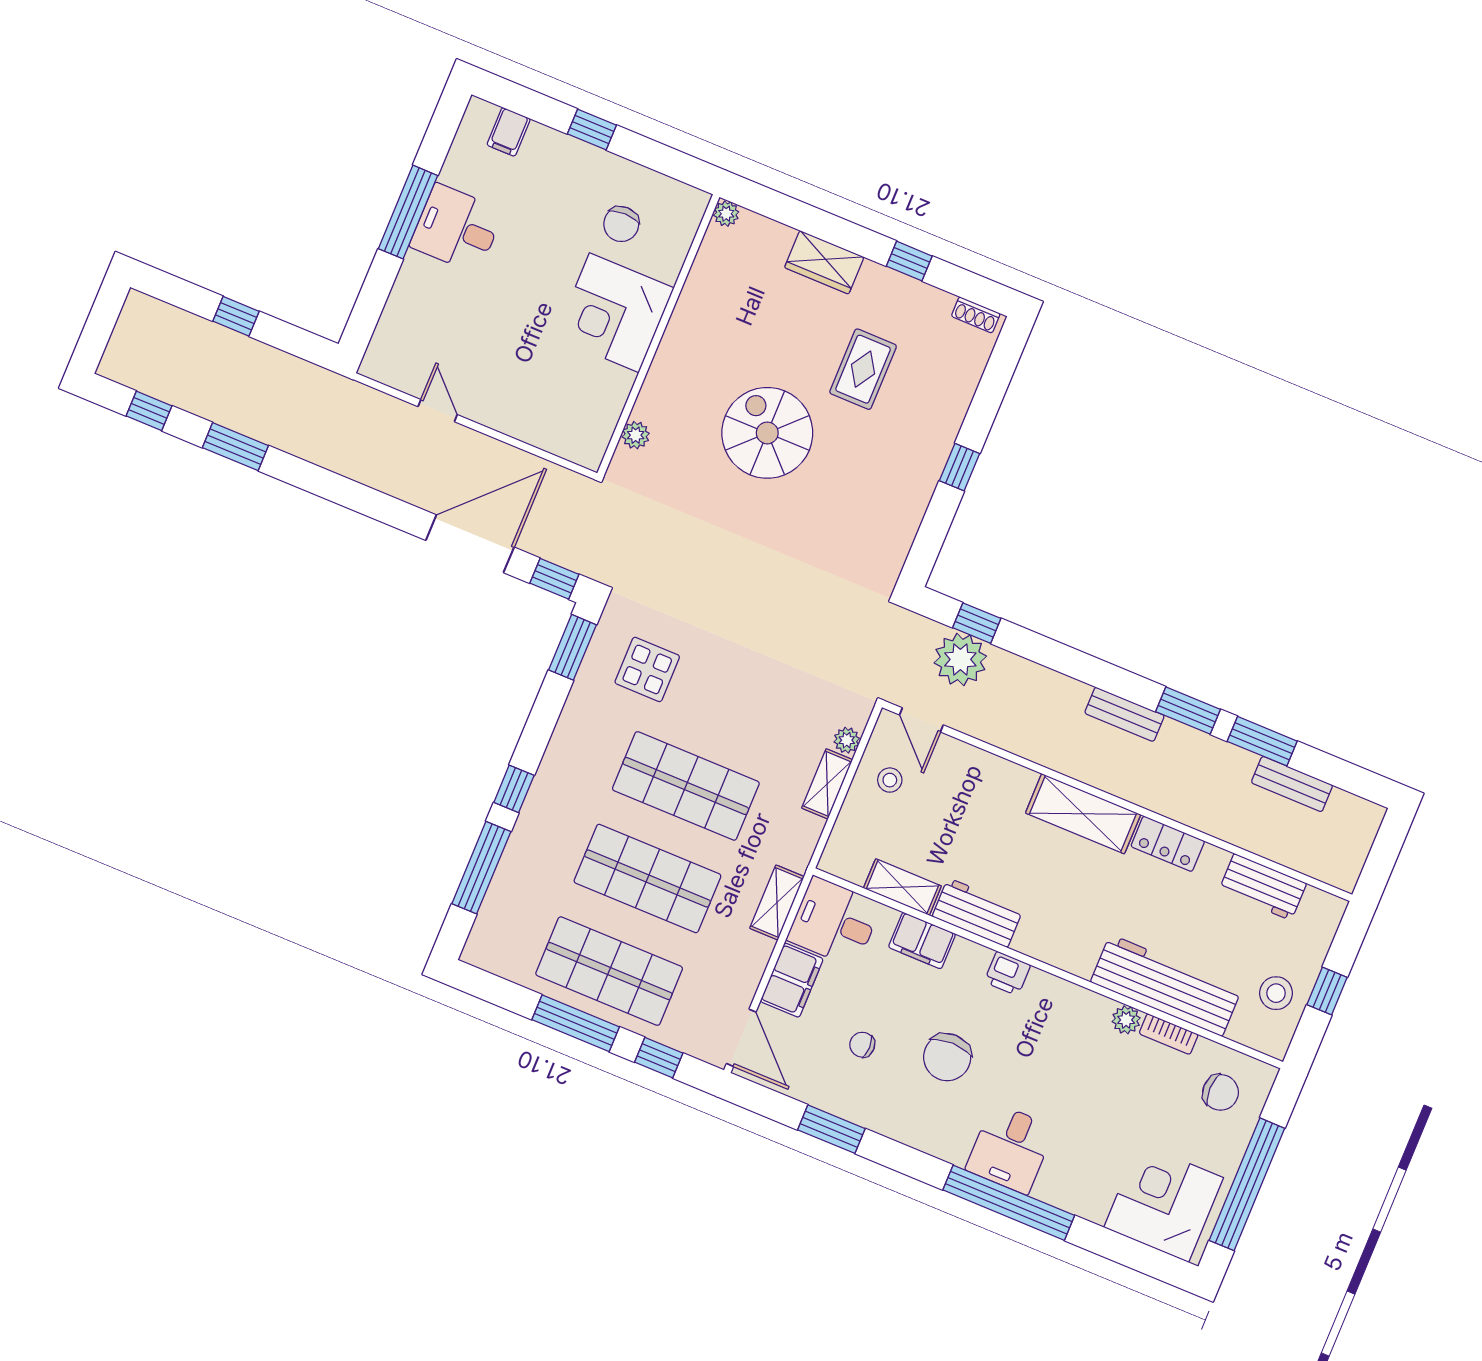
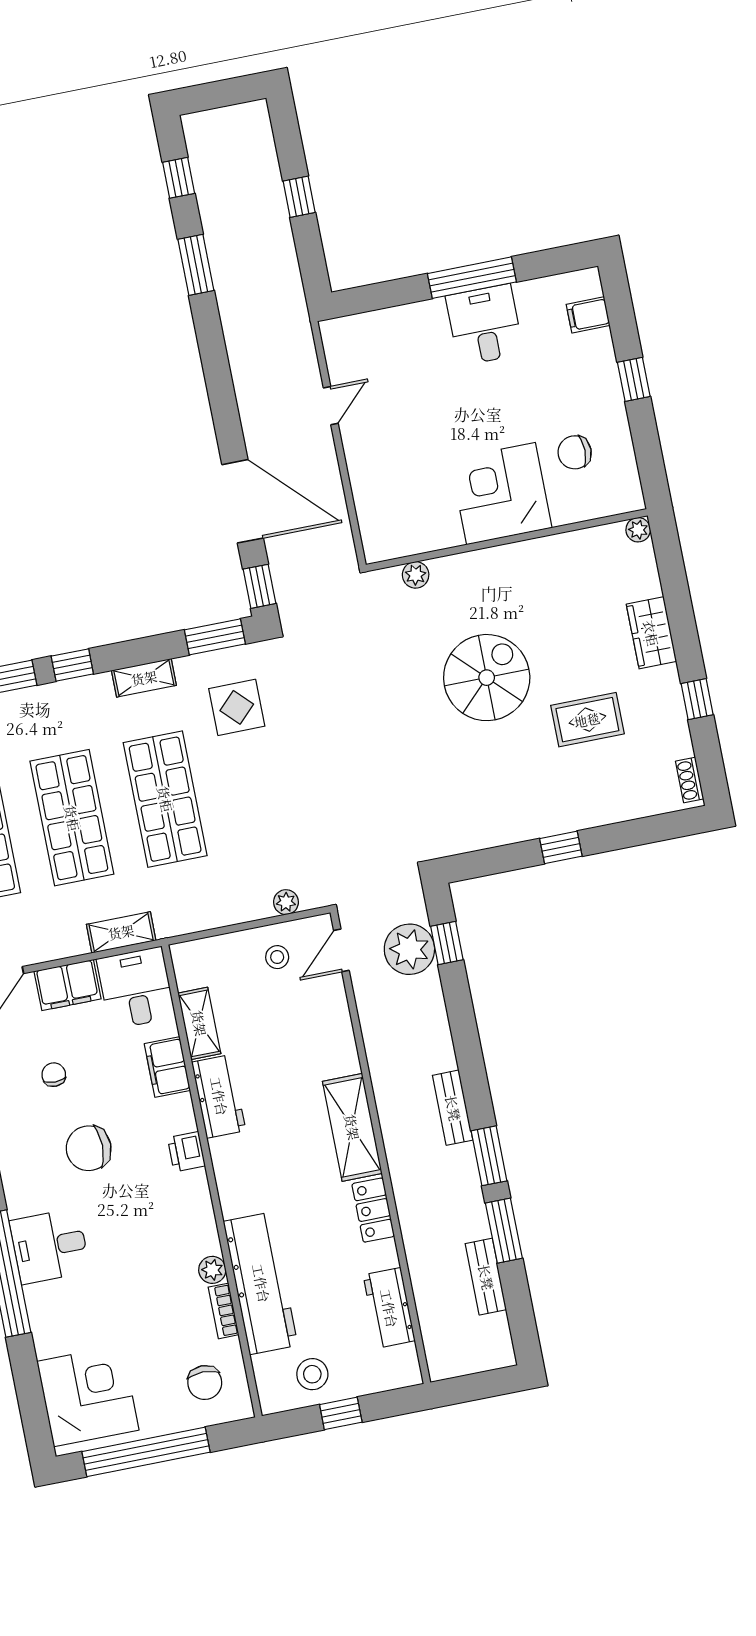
shelving: (827, 784) -> (144, 678), moved

